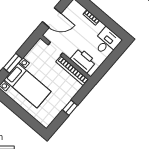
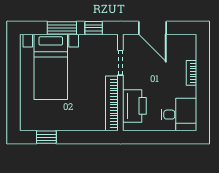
window: (26, 47) -> (94, 28), added
window: (70, 108) -> (46, 137), moved

